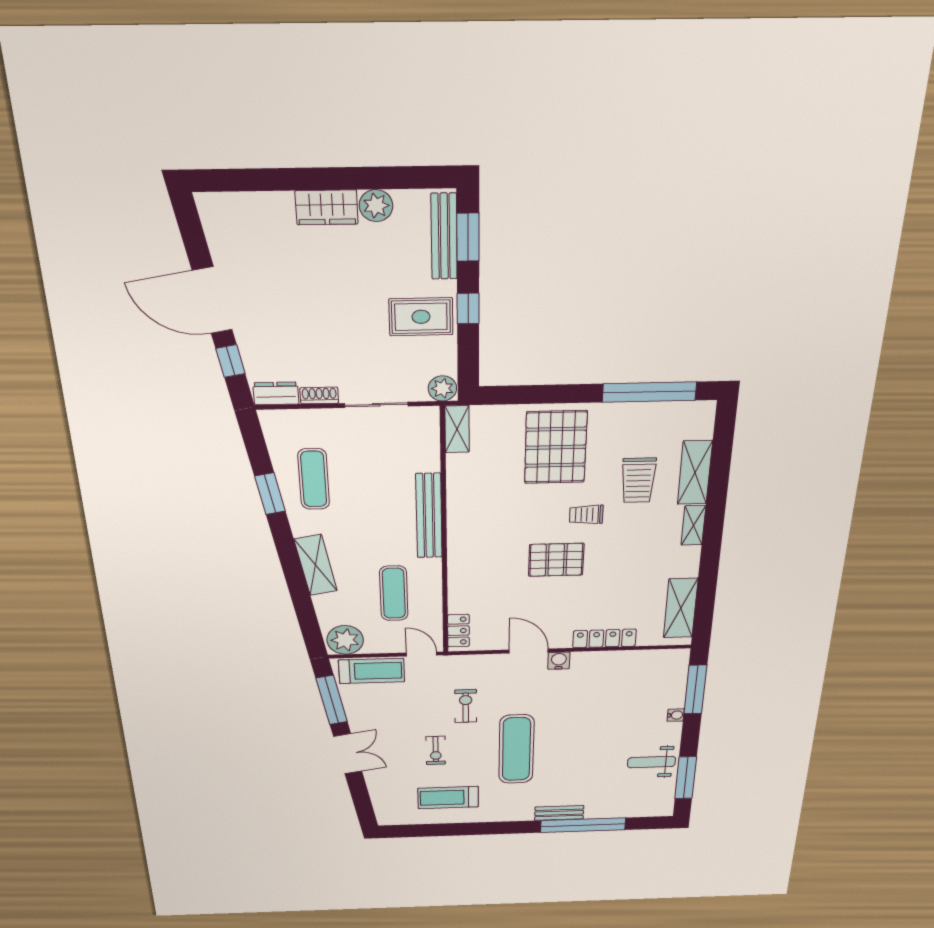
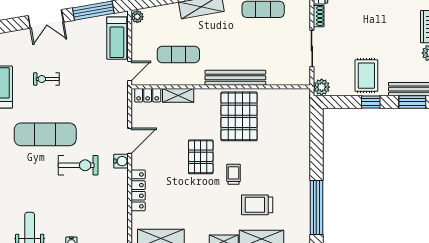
shelving: (457, 429) -> (178, 95), moved
pallet: (556, 447) -> (239, 116), moved, turned 90
plant: (345, 640) -> (137, 17), width x0.53, depth x0.53
exercise bike: (466, 706) -> (78, 165), moved, width x1.38, depth x1.39

